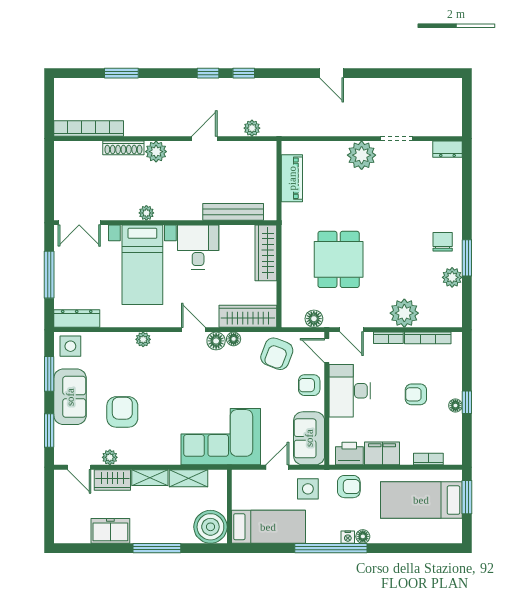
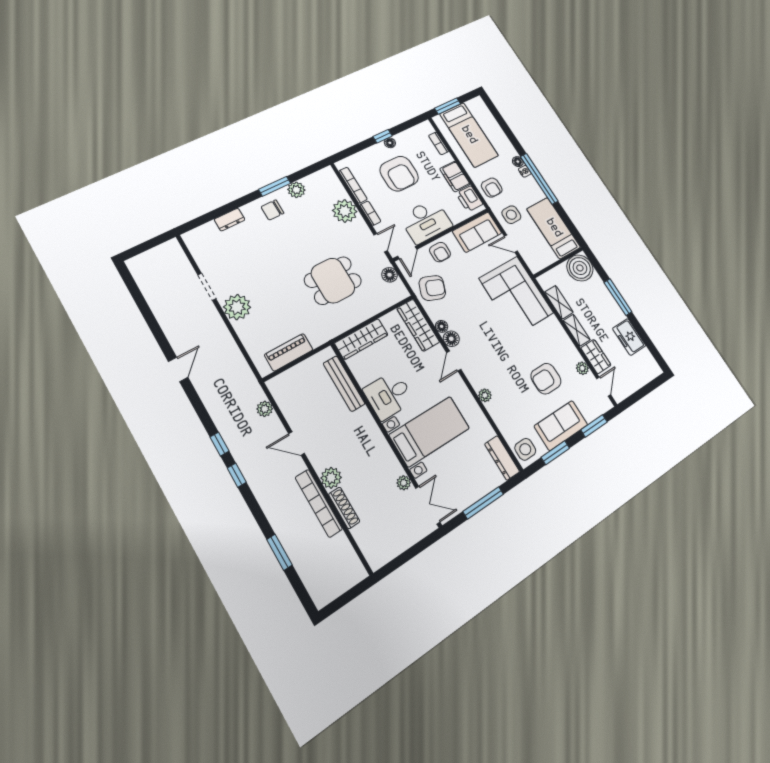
bookcase: (89, 128) -> (319, 503), moved
dresser: (447, 149) -> (230, 220), moved, turned 90
plant: (146, 213) -> (404, 483), moved
armchair: (416, 394) -> (399, 174), width x1.88, depth x1.88
armchair: (349, 487) -> (492, 188), turned 180

